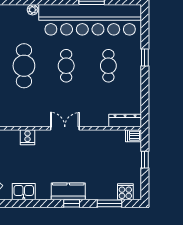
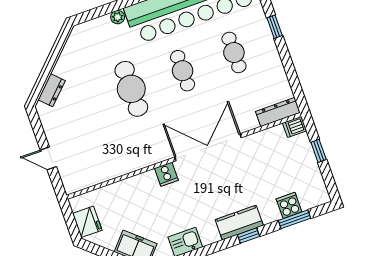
double door: (65, 128) -> (208, 147), width x1.87
cooker: (125, 192) -> (289, 205), moved

